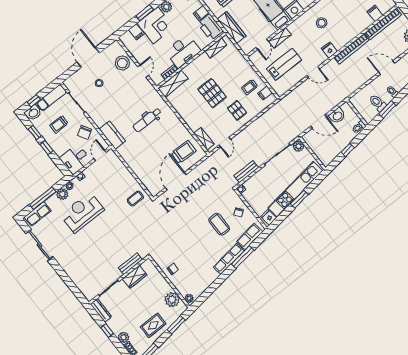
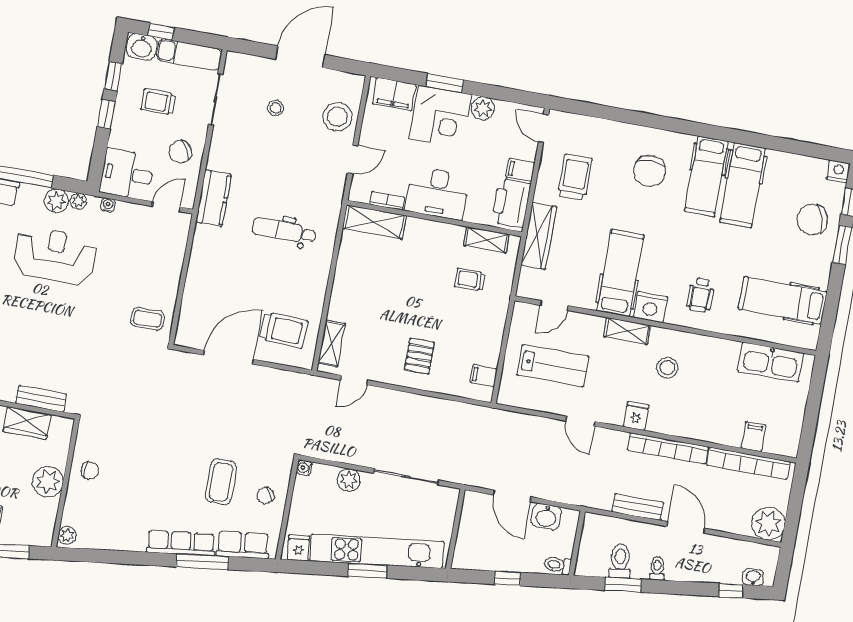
filing cabinet: (136, 32) -> (394, 94), width x2.00
shelving: (280, 38) -> (627, 331), moved
trolley: (250, 87) -> (470, 280), moved
pallet: (212, 93) -> (412, 294), removed
plant: (298, 146) -> (349, 480), moved
bench: (246, 172) -> (638, 507), moved
plant: (172, 300) -> (48, 482), moved

